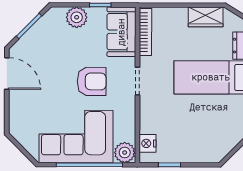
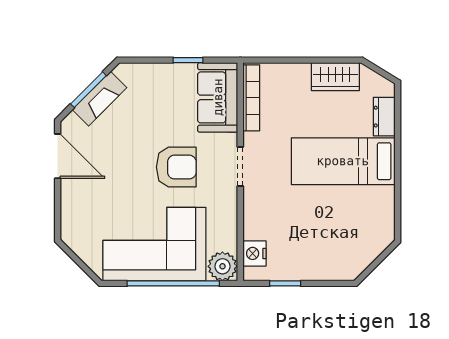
plant: (77, 17) -> (155, 77), removed
fireplace: (37, 32) -> (100, 99), added

